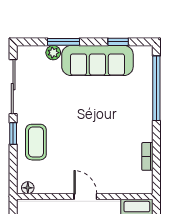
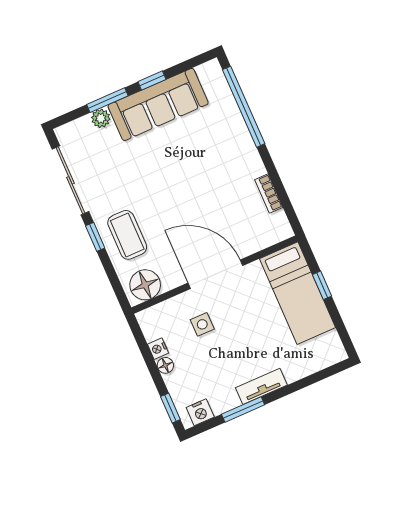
window: (118, 42) -> (152, 81), moved
floor lamp: (28, 188) -> (145, 285), width x1.89, depth x1.89
door: (85, 196) -> (215, 274), width x1.88

